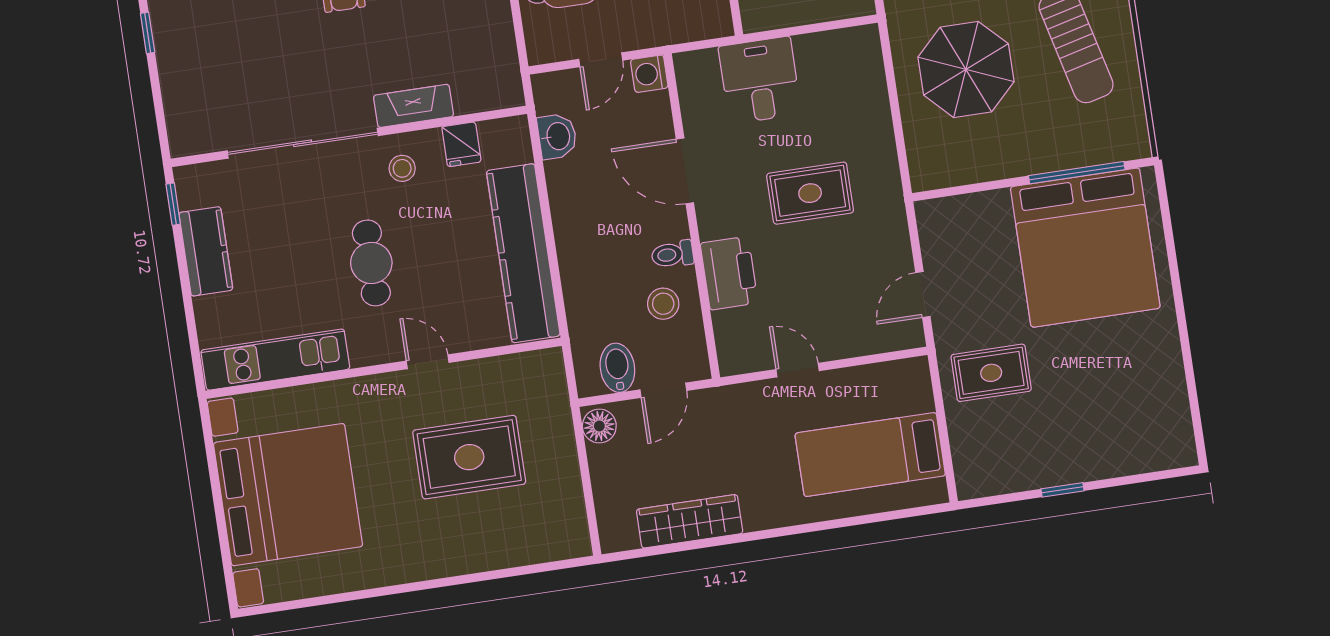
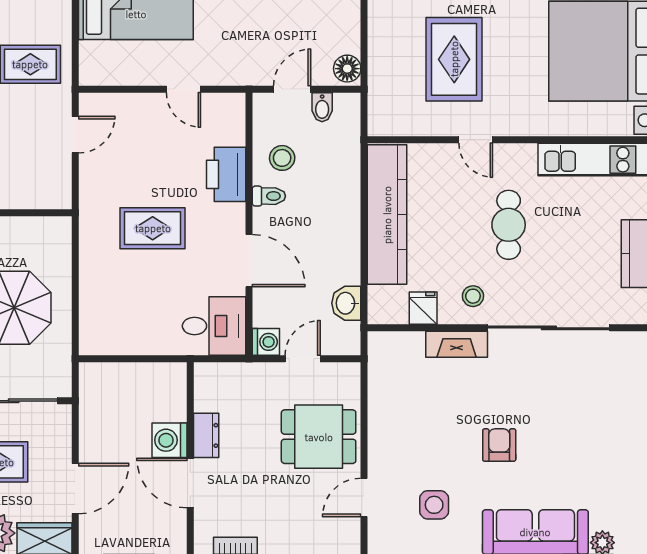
desk: (760, 80) -> (214, 326), moved, turned -90
bidet: (617, 368) -> (322, 107), width x0.72, depth x0.74
rug: (469, 457) -> (454, 59), turned 90

